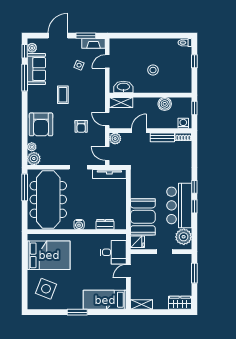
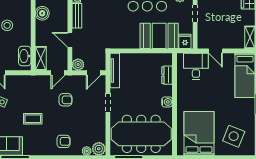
armchair: (41, 124) -> (63, 141), width x0.53, depth x0.53

